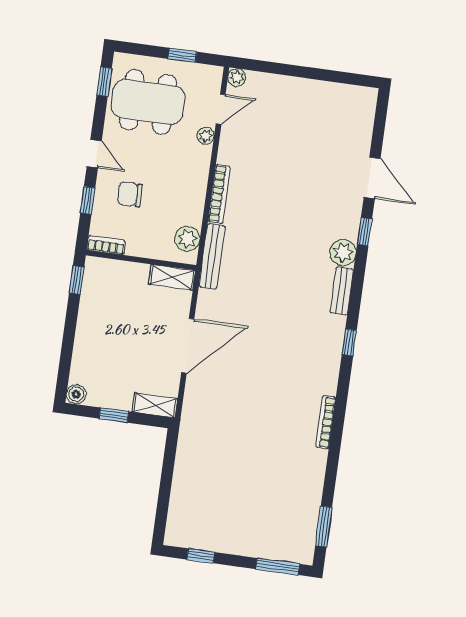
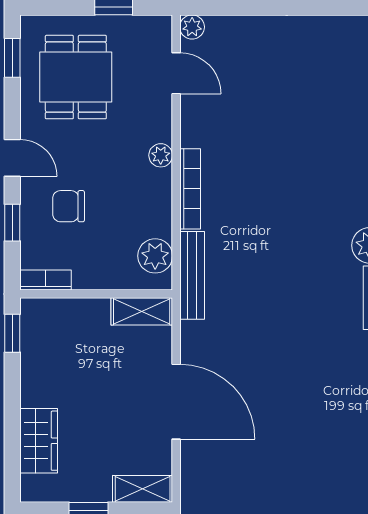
dining table: (148, 102) -> (76, 77), width x0.73
door: (221, 109) -> (176, 73), hinge flipped
plant: (206, 136) -> (161, 155), moved
door: (188, 346) -> (176, 402), hinge flipped
wardrobe: (85, 360) -> (39, 441), added
boiler: (76, 394) -> (33, 489), removed

